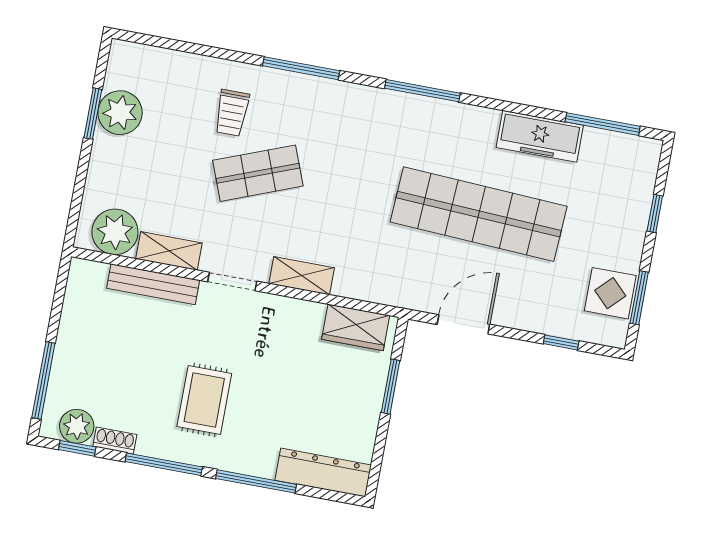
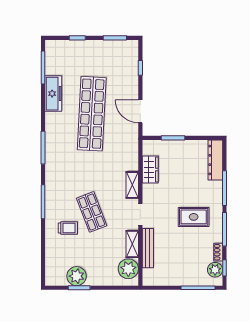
display table: (610, 293) -> (115, 51), removed
wardrobe: (356, 327) -> (150, 170), moved

